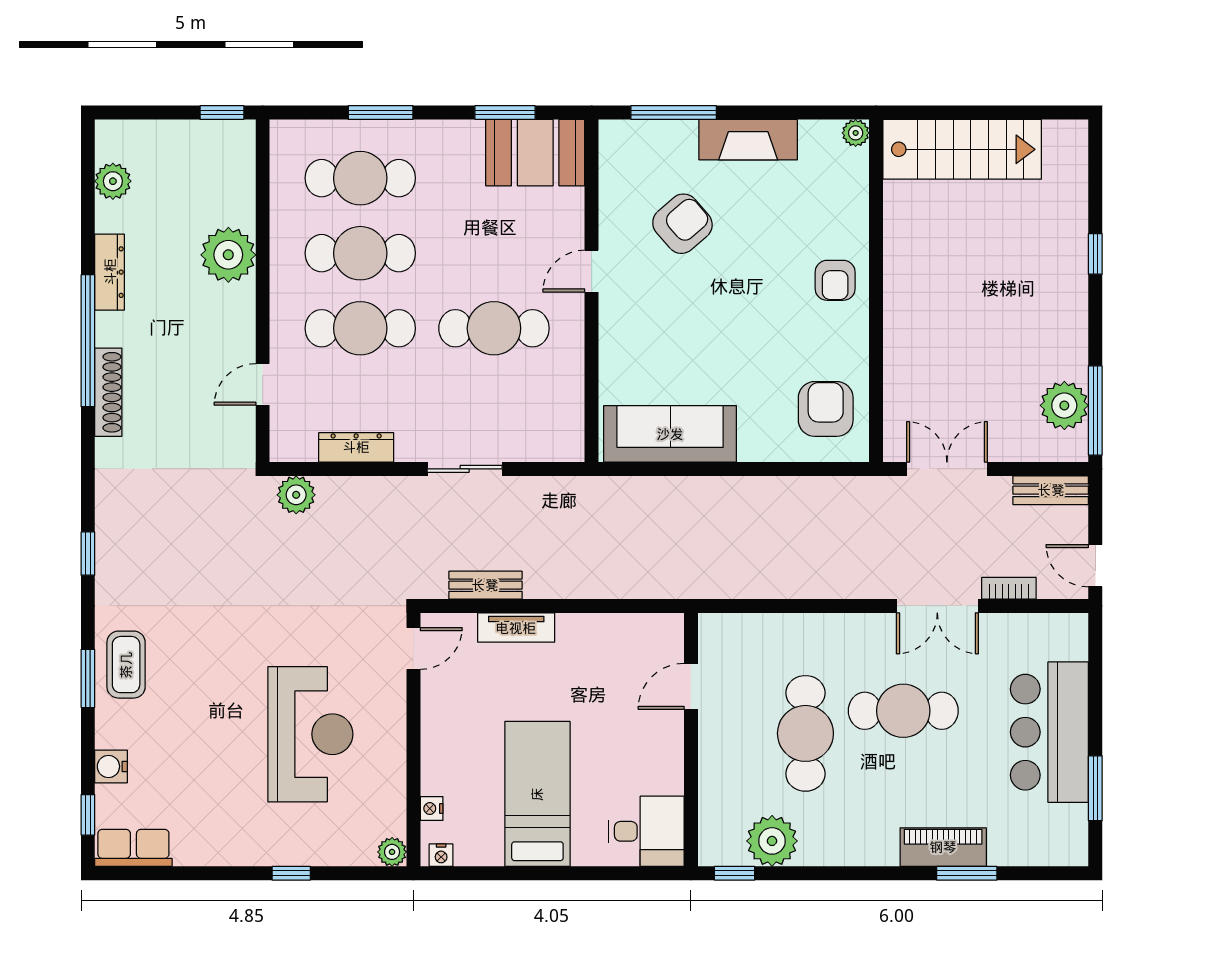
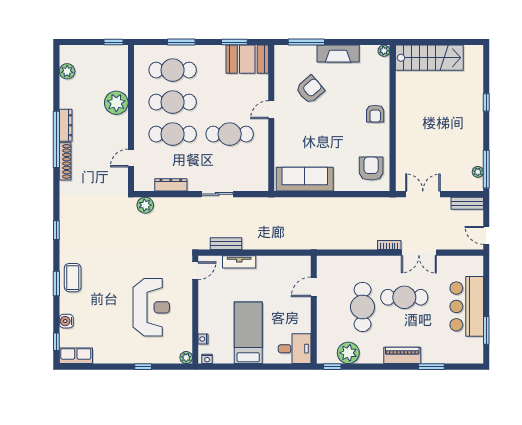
dresser: (110, 272) -> (66, 125), moved
plant: (1064, 405) -> (478, 172), width x0.53, depth x0.53
bookcase: (1009, 588) -> (389, 245), moved
piano: (943, 847) -> (402, 355), moved

